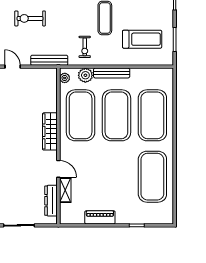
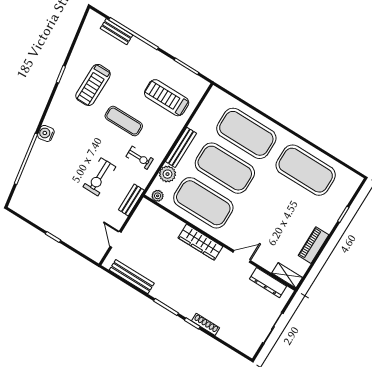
exercise bike: (30, 18) -> (99, 177), moved
treadmill: (142, 39) -> (167, 98), turned -90
bench: (49, 60) -> (131, 200), width x0.73
door: (13, 67) -> (116, 239), hinge flipped
shelving: (65, 190) -> (287, 275), moved

